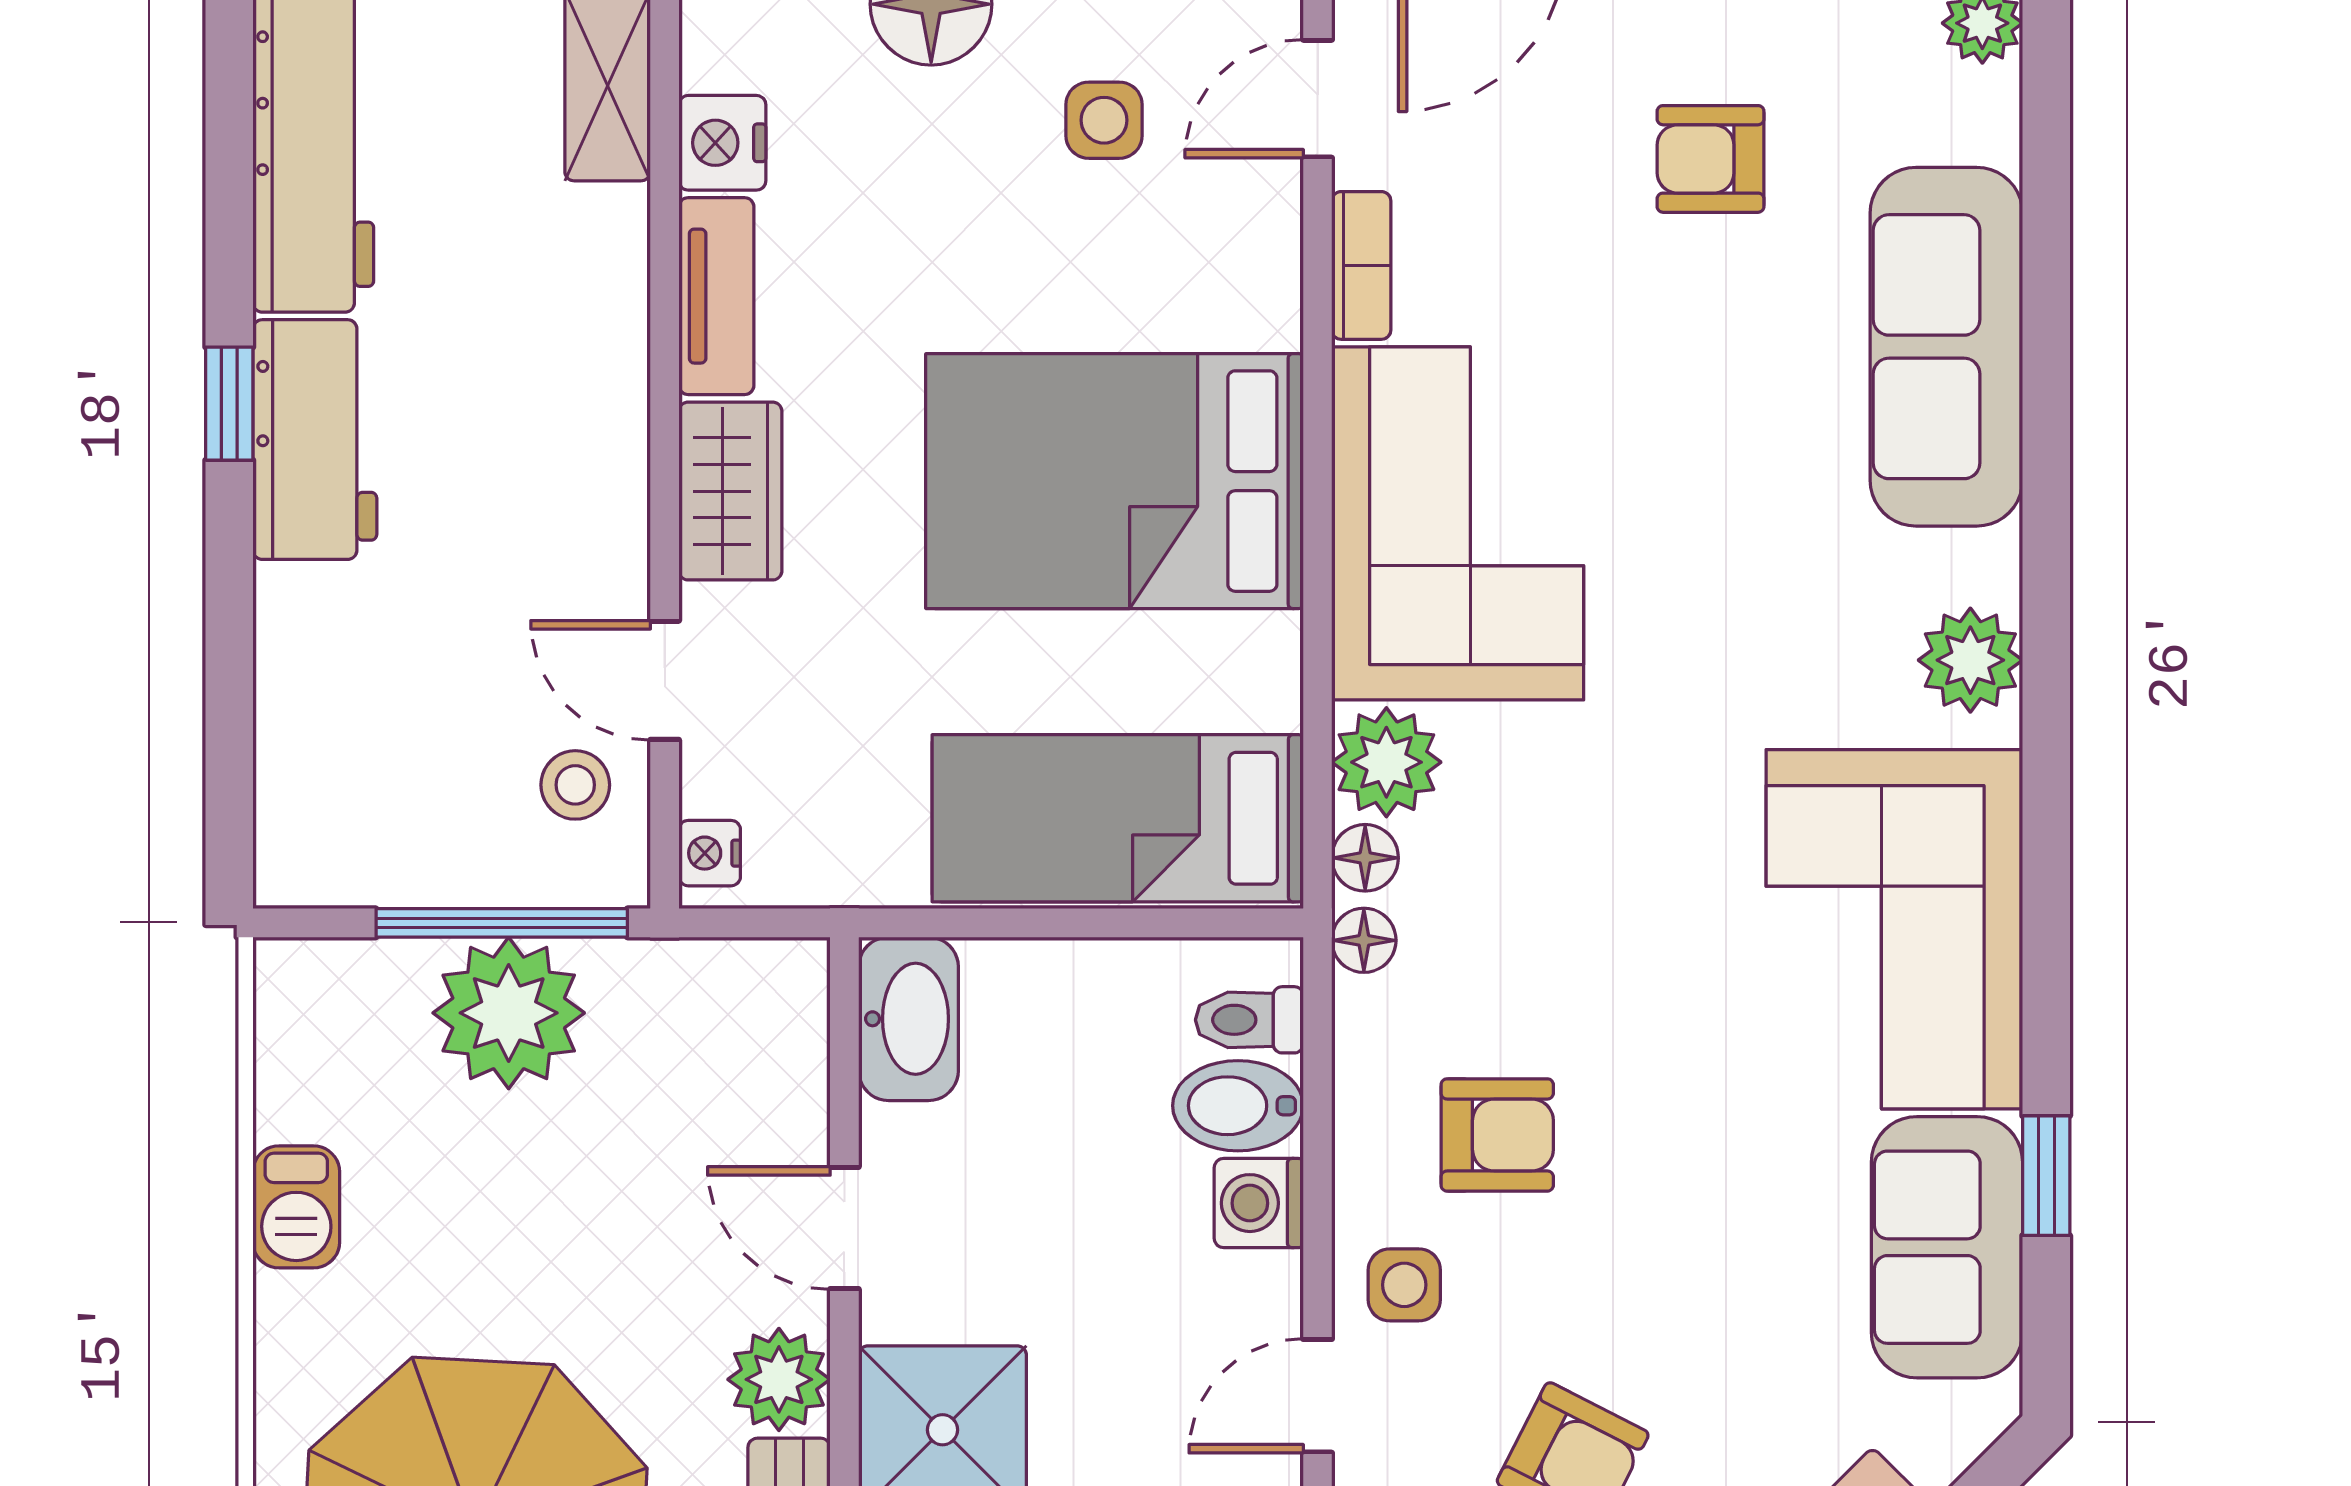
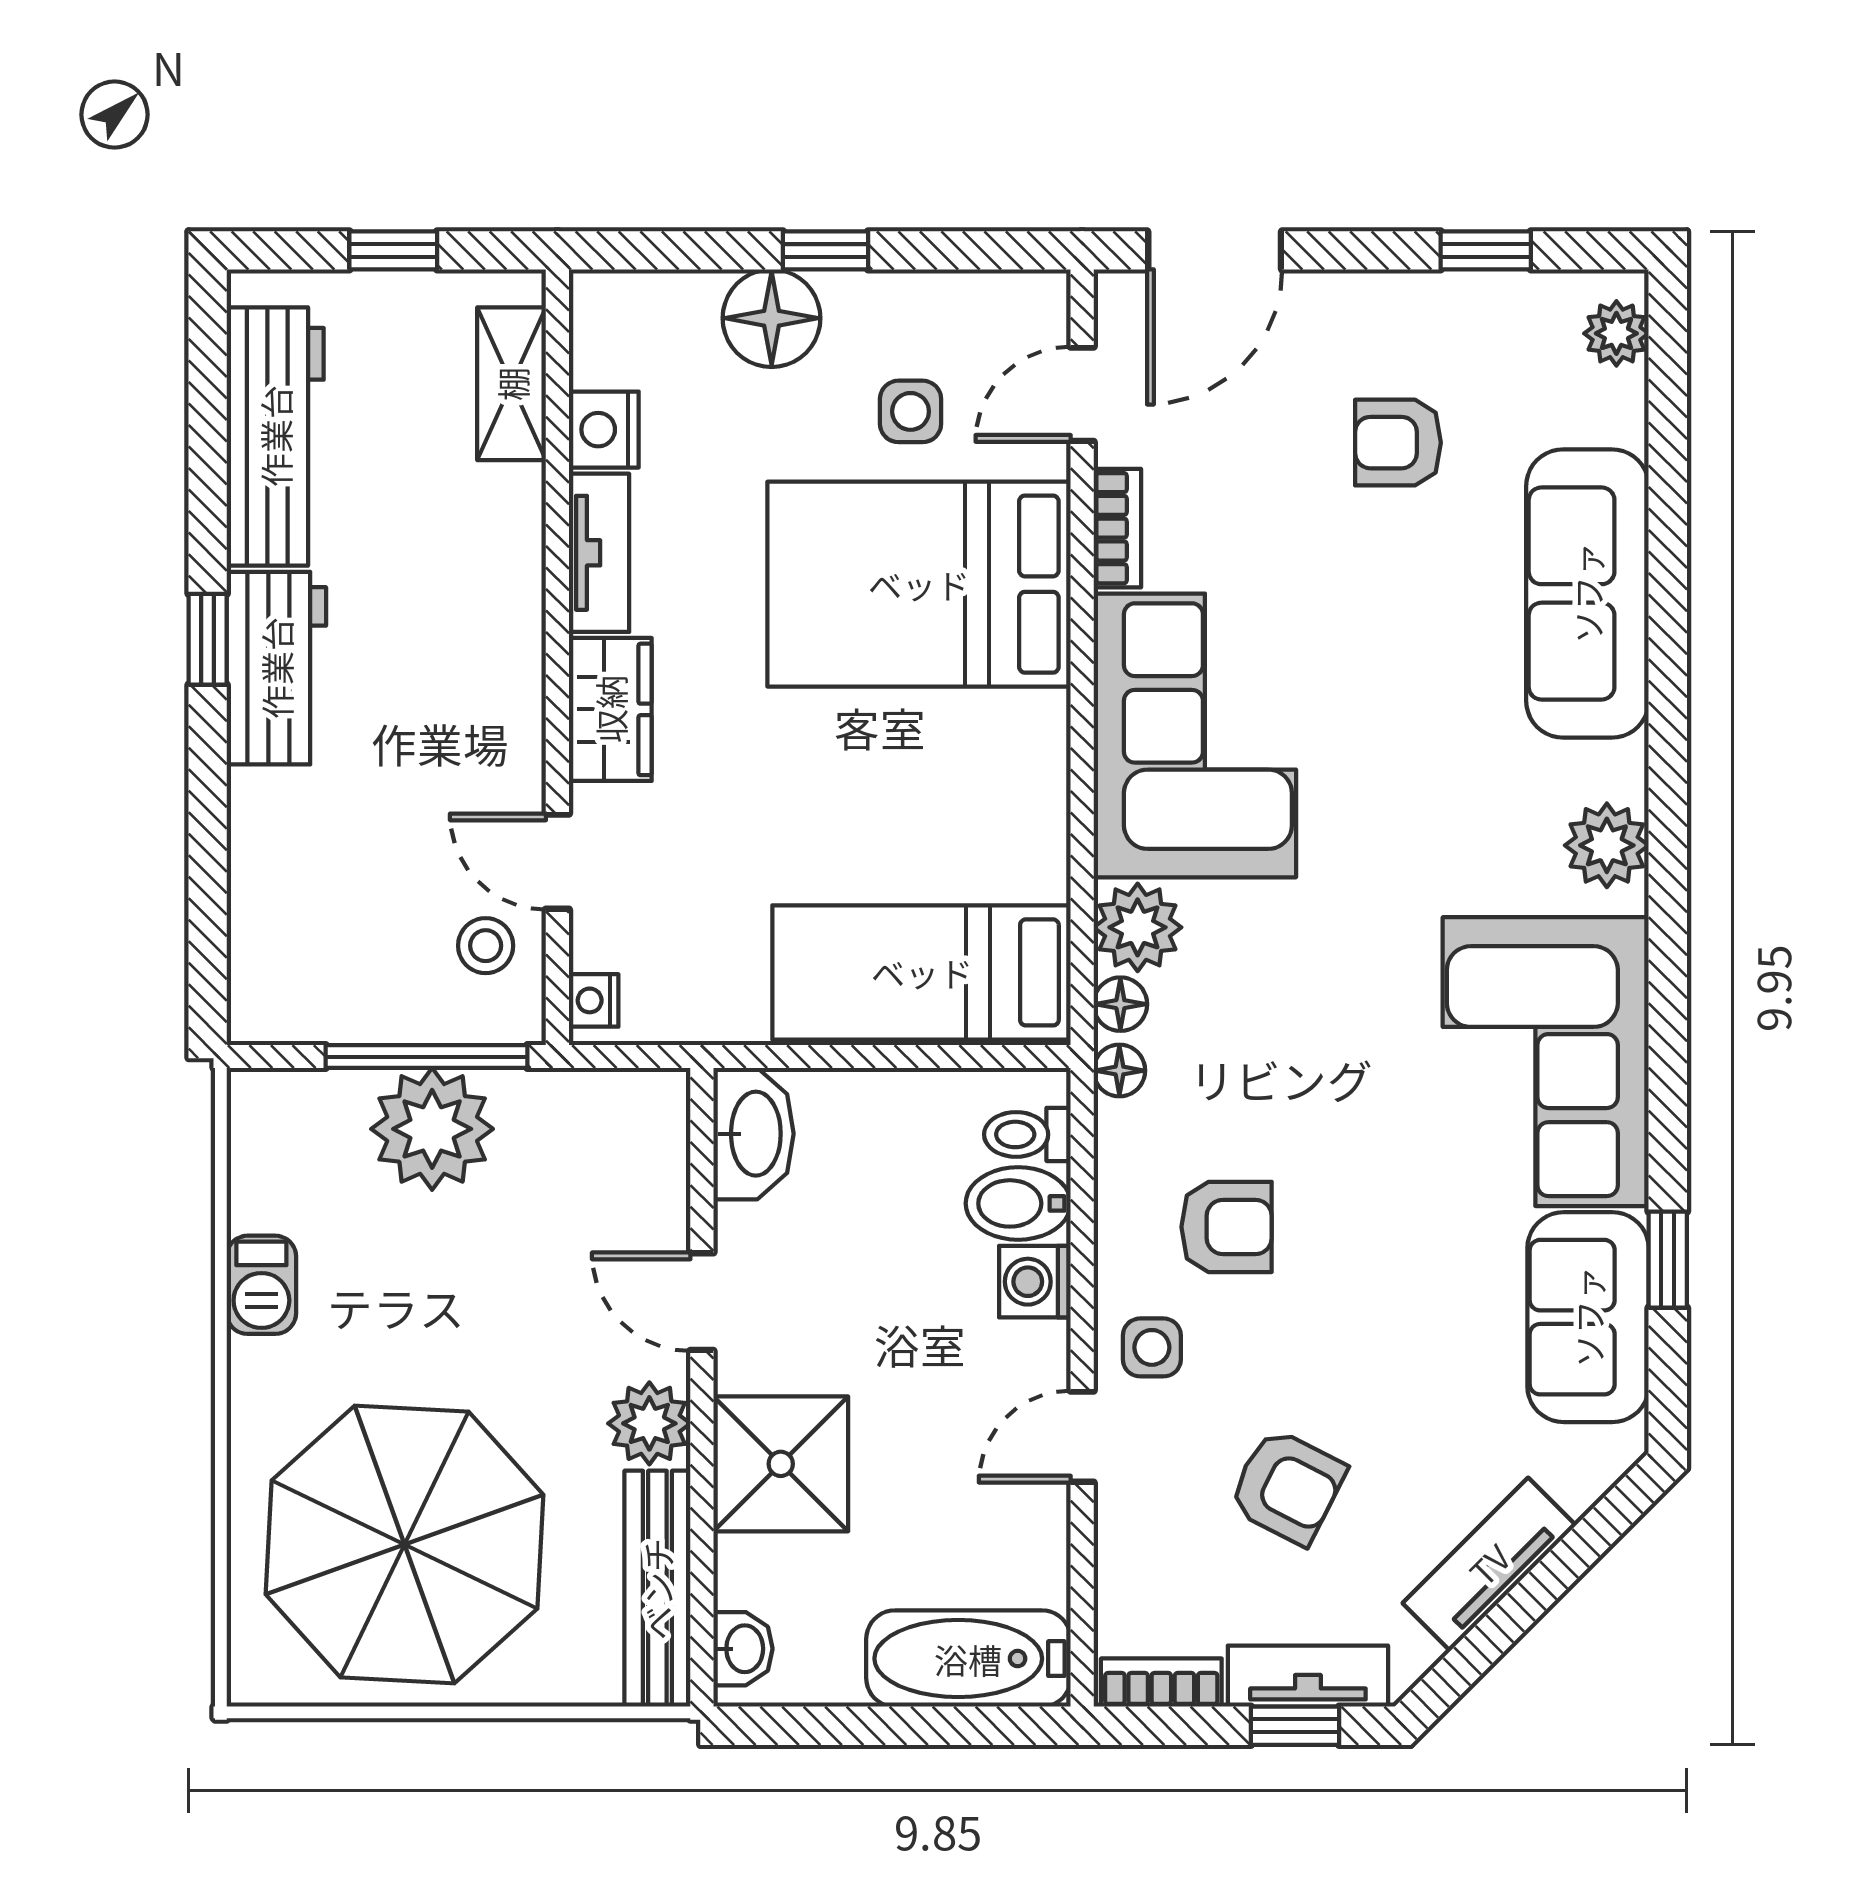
bed: (1115, 481) -> (919, 584), moved

